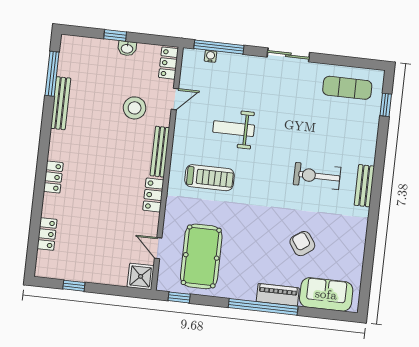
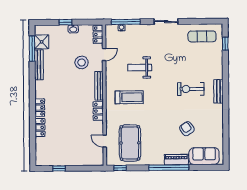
locker: (47, 234) -> (40, 127), moved
shower: (141, 276) -> (42, 42), moved

